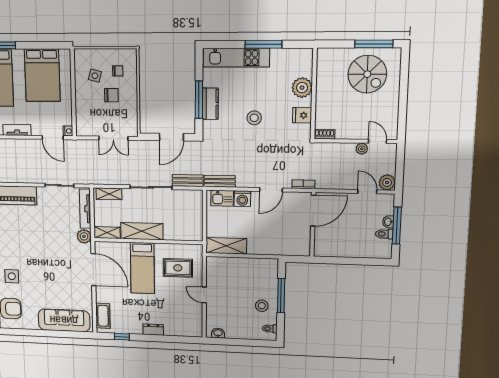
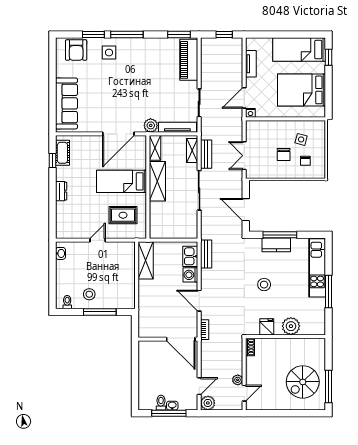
bench: (188, 181) -> (206, 154), moved
rug: (178, 268) -> (123, 215), turned 90
cot: (103, 316) -> (62, 153), moved, turned 90

